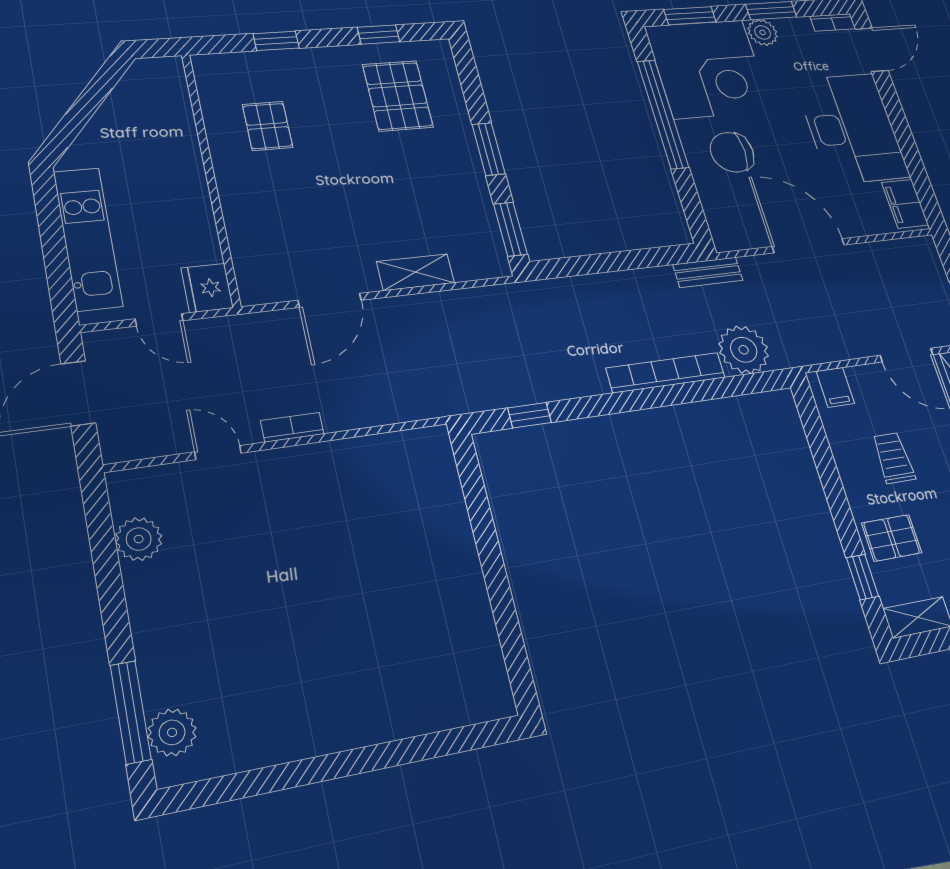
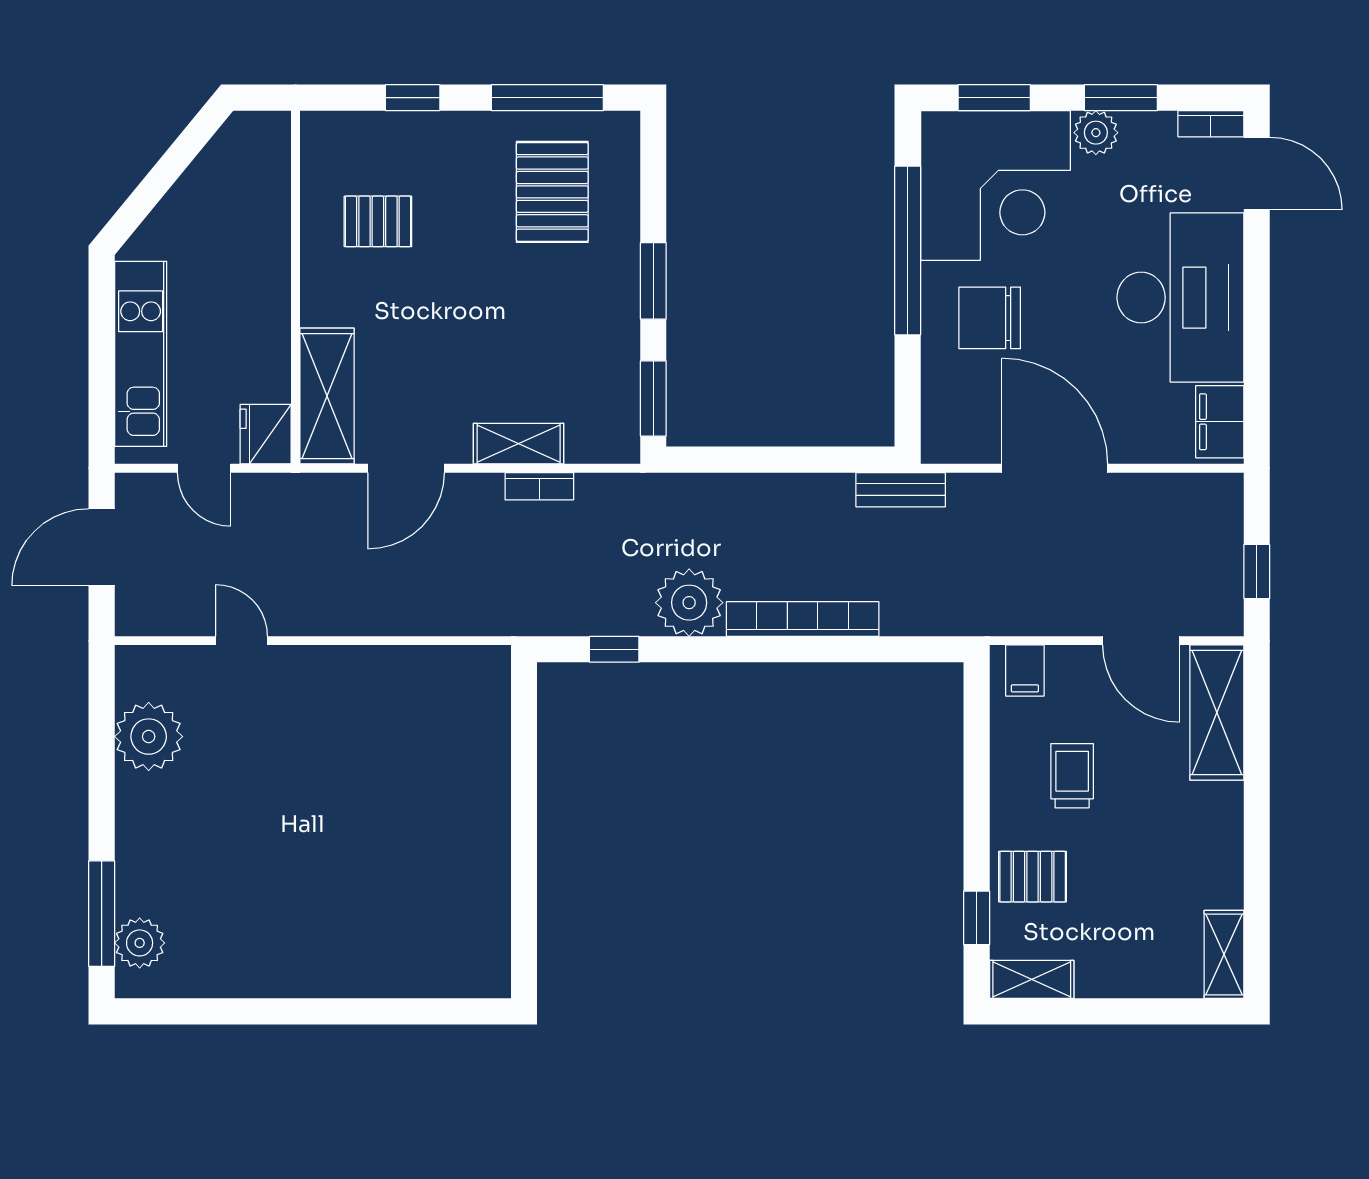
window: (378, 35) -> (547, 98), width x2.17
door: (872, 50) -> (1257, 173), hinge flipped
pallet: (268, 126) -> (378, 221), turned 90
shelving: (253, 254) -> (327, 396), added
plant: (744, 350) -> (689, 603), moved
bookcase: (292, 427) -> (539, 486), moved, turned 180
plant: (139, 539) -> (149, 737), width x1.36, depth x1.36

